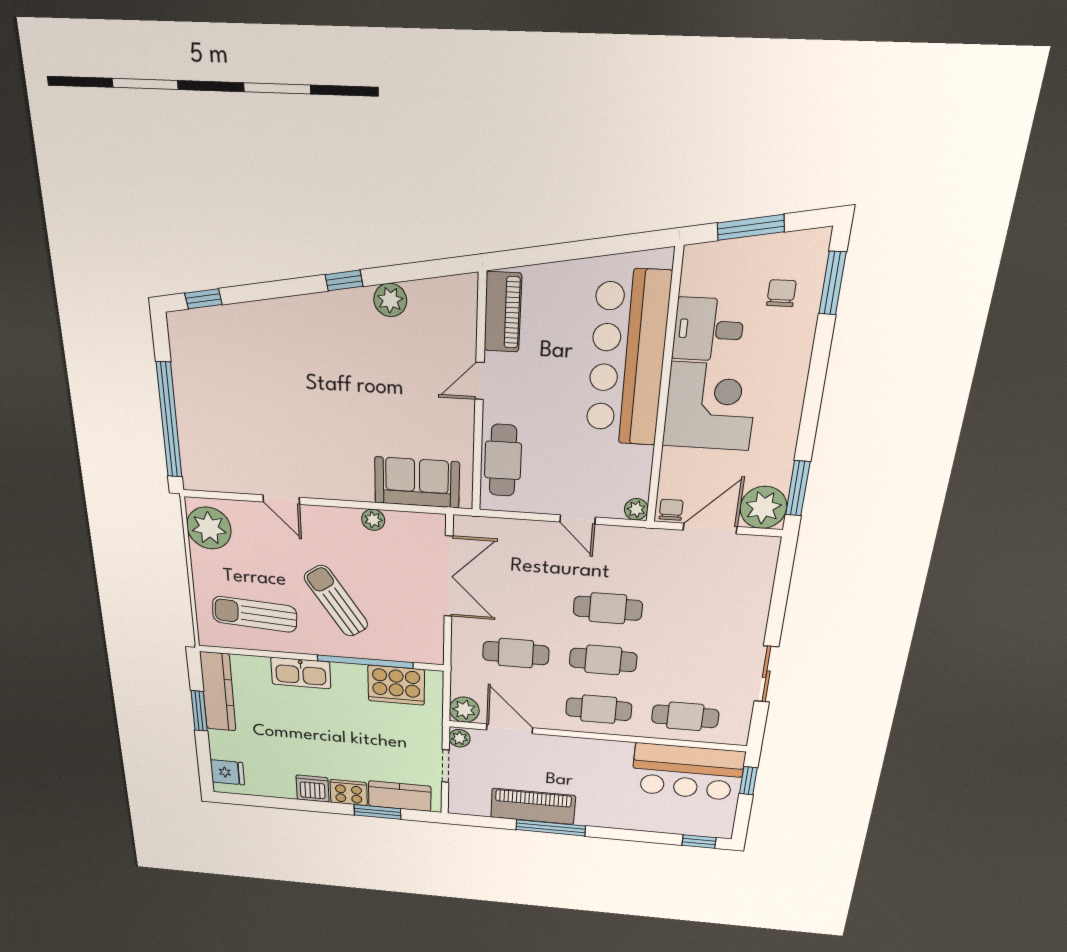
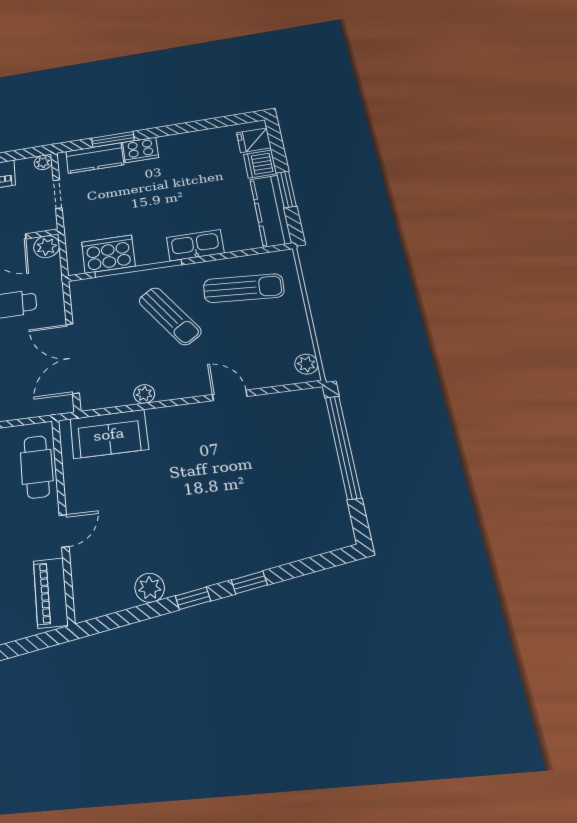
window: (203, 299) -> (249, 582), moved
plant: (209, 528) -> (306, 364), width x0.53, depth x0.53
plant: (459, 738) -> (43, 162), moved
dishwasher: (313, 789) -> (260, 164), moved, turned 90

